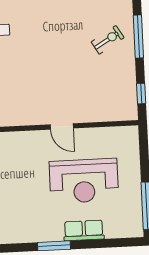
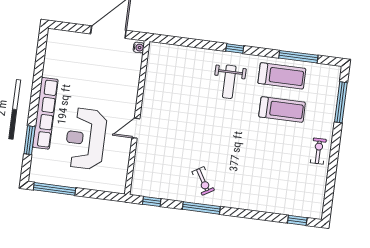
row of seats: (84, 230) -> (45, 113), width x2.02
window: (54, 246) -> (30, 140), moved

